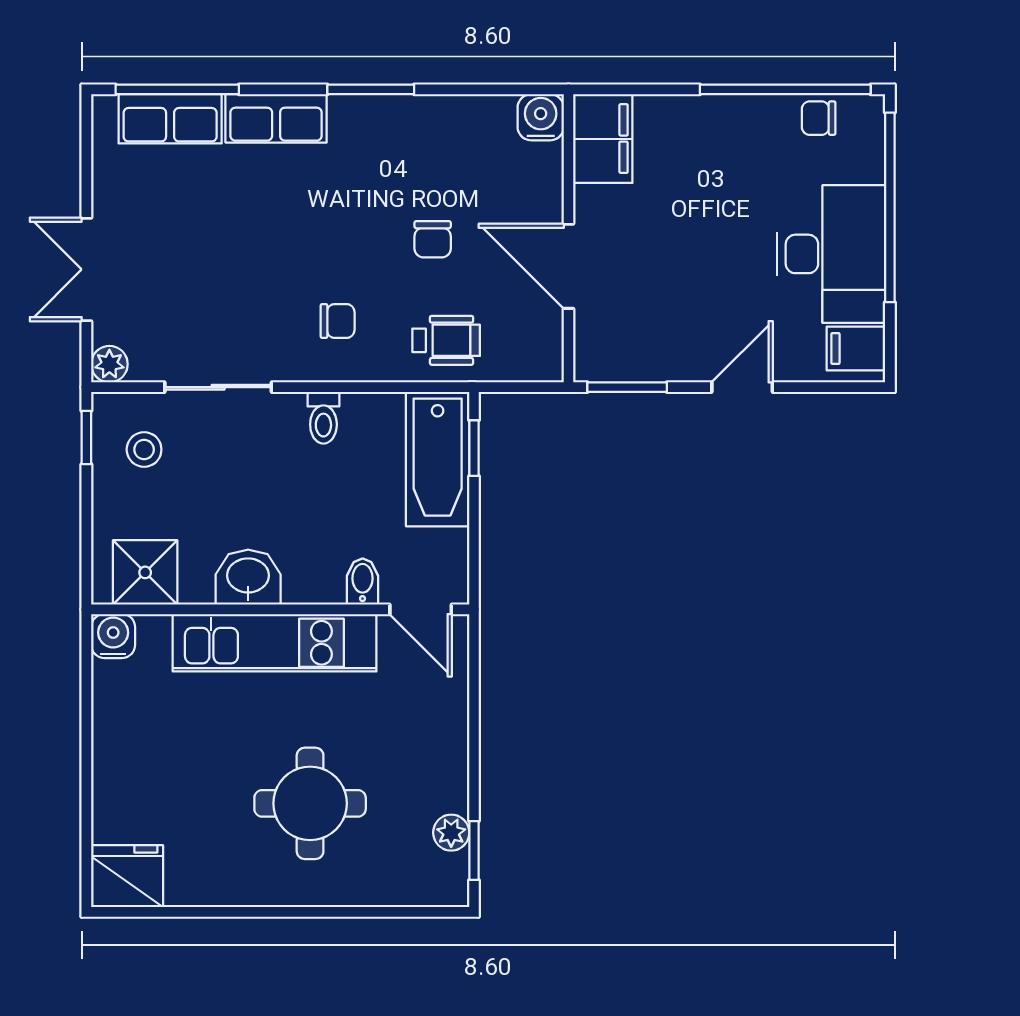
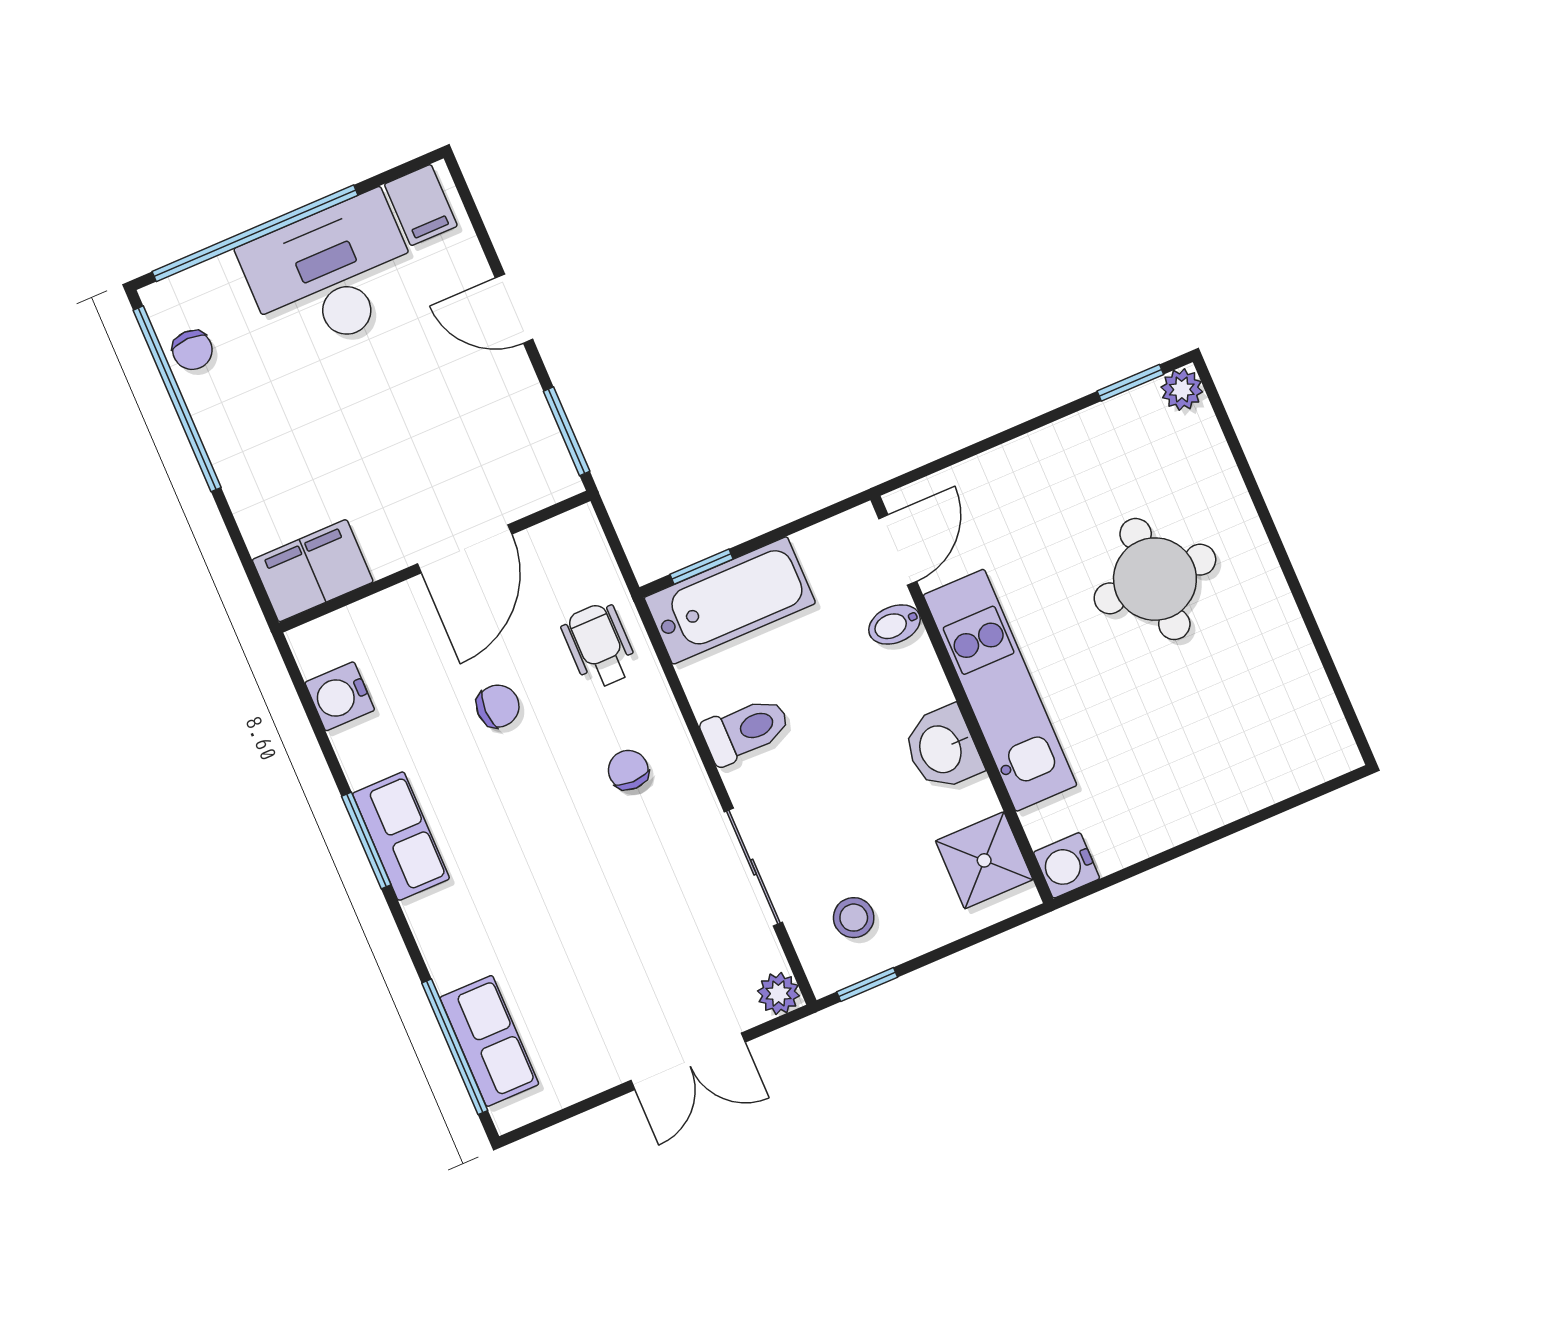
water cooler: (541, 117) -> (340, 696), moved
row of seats: (276, 118) -> (401, 836), moved
toilet: (323, 418) -> (746, 730), width x1.37, depth x1.39
plant: (451, 833) -> (1182, 390), moved
fridge: (127, 876) -> (1316, 741), removed

